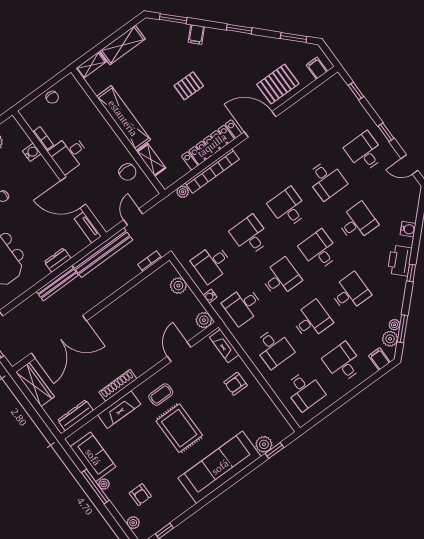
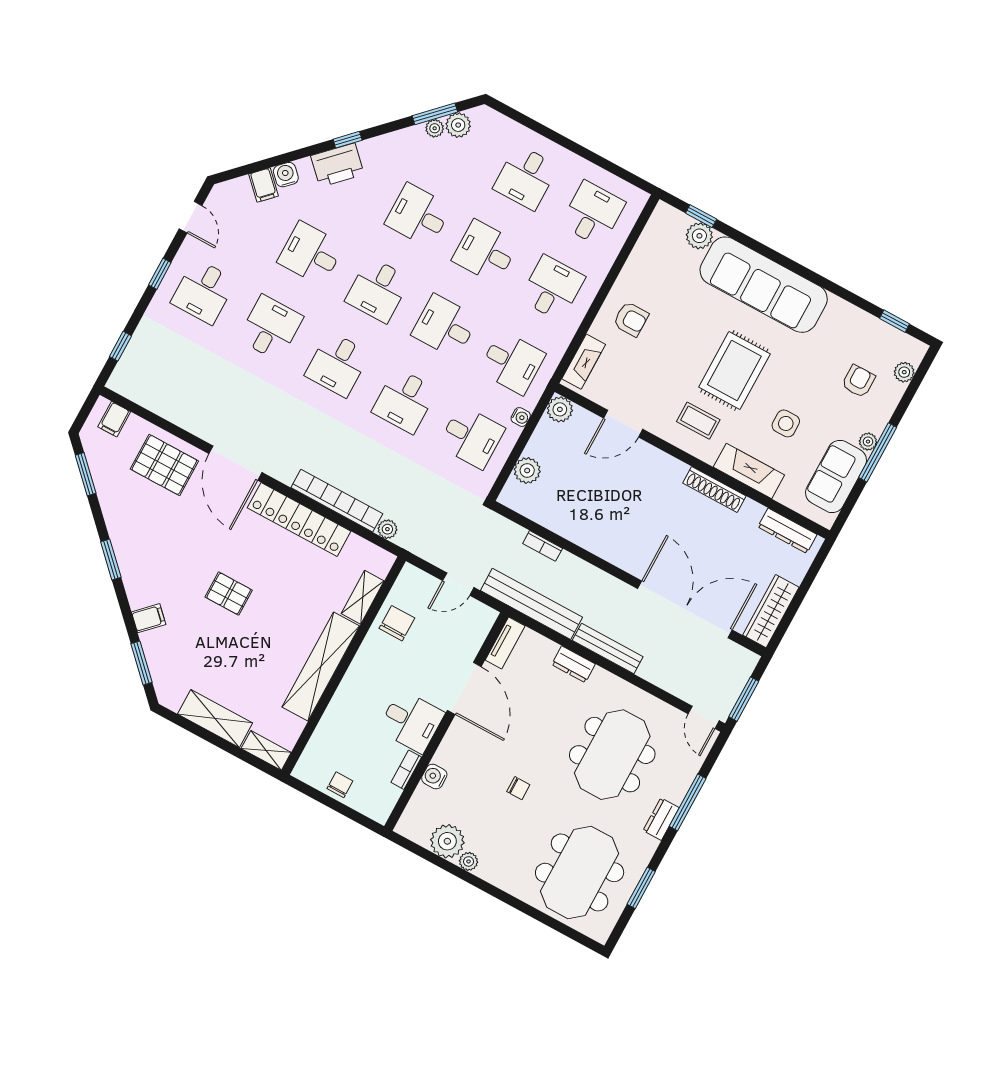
bookcase: (150, 261) -> (543, 546), moved
filing cabinet: (379, 359) -> (264, 185), moved, turned -45
side table: (136, 443) -> (786, 423), added

